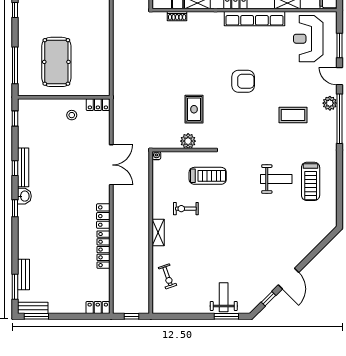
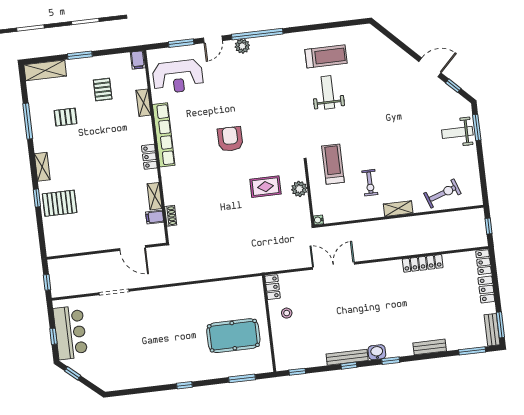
window: (15, 65) -> (242, 378), width x0.69
coffee table: (293, 115) -> (259, 83), removed
locker: (103, 216) -> (486, 290), moved, turned 90
bench: (23, 274) -> (430, 347), moved
exercise bike: (168, 276) -> (442, 193), width x1.38, depth x1.39

